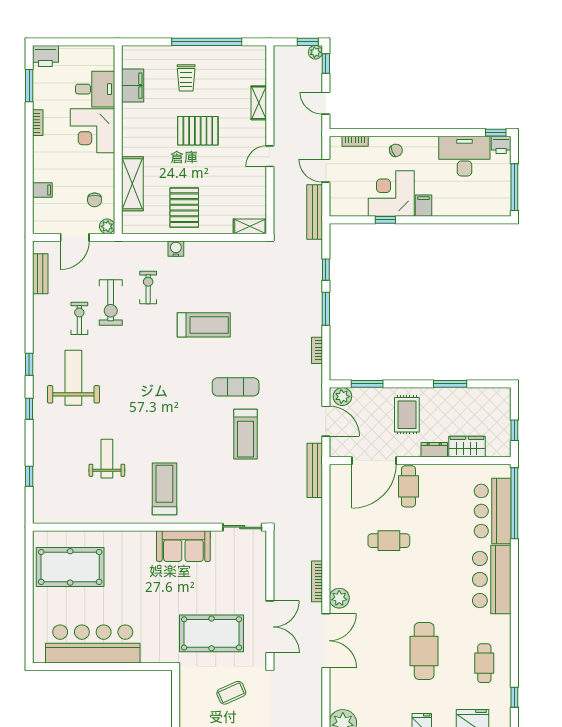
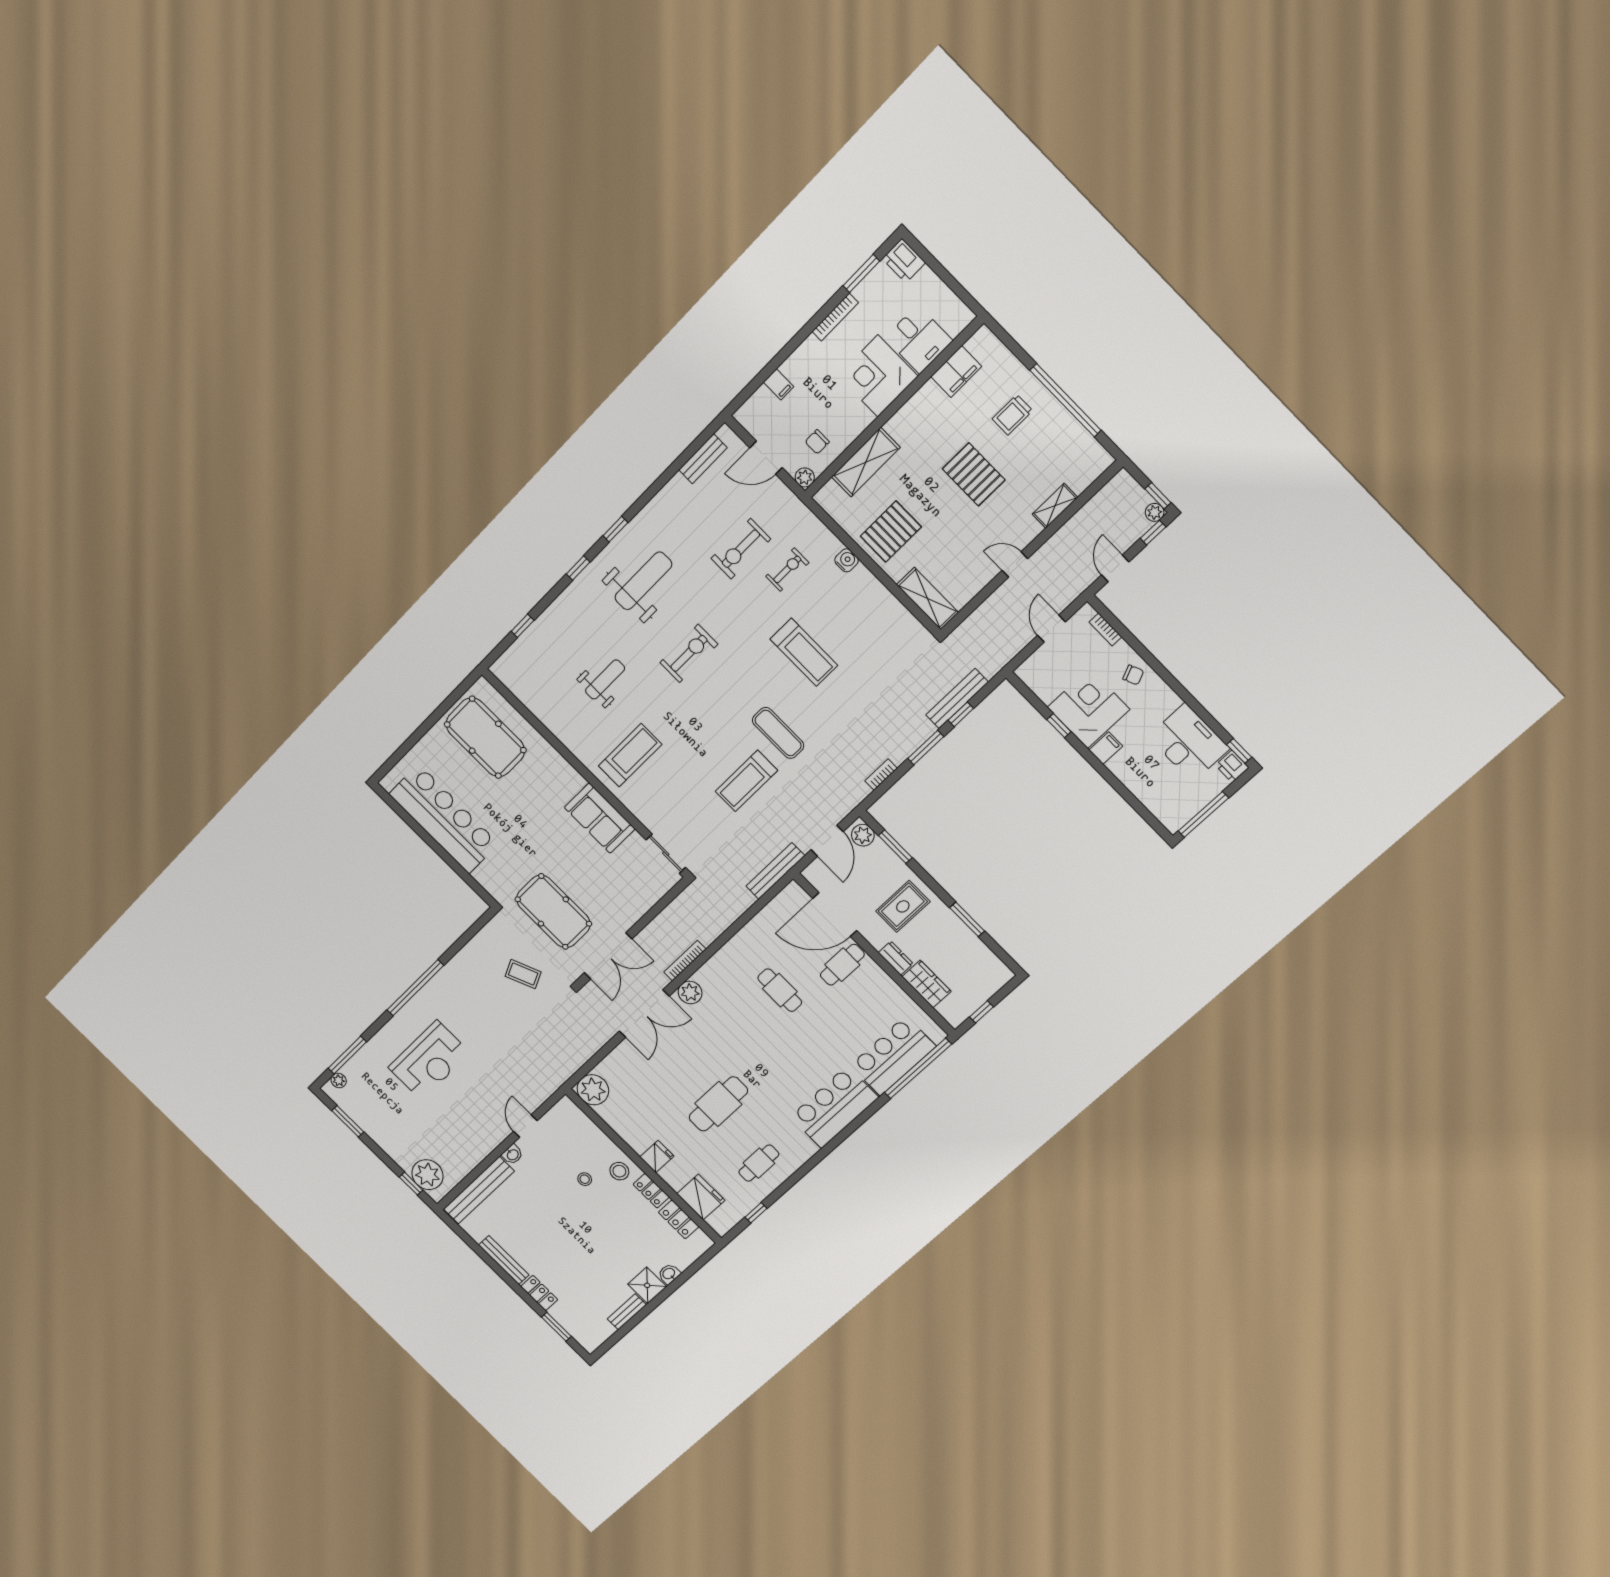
bookcase: (38, 123) -> (835, 317), width x1.56
bench: (315, 212) -> (957, 699), moved
shelving: (250, 226) -> (927, 598), width x1.50, depth x1.33
exercise bike: (79, 318) -> (689, 653), moved, width x1.38, depth x1.39

